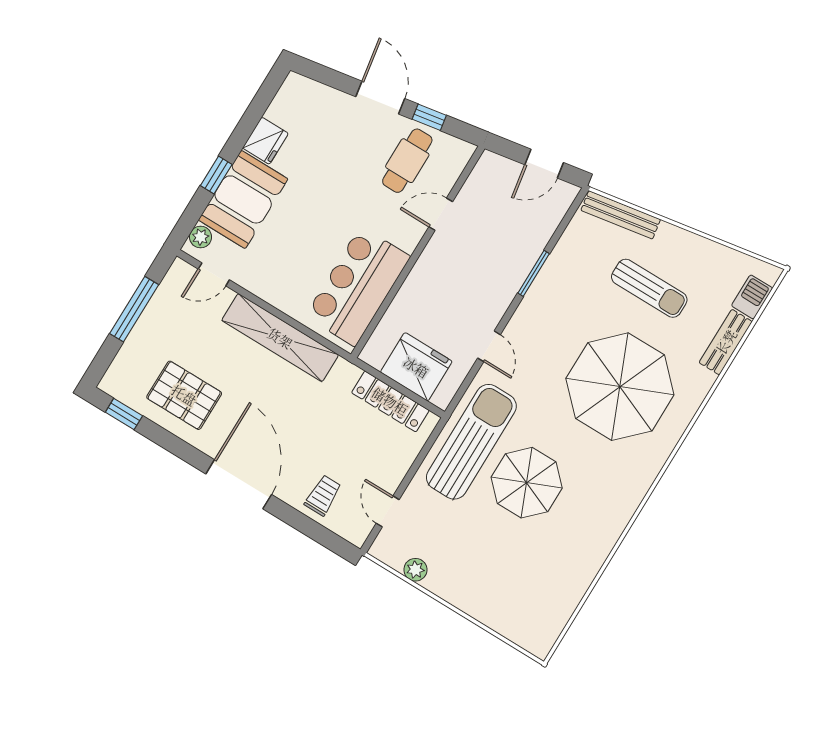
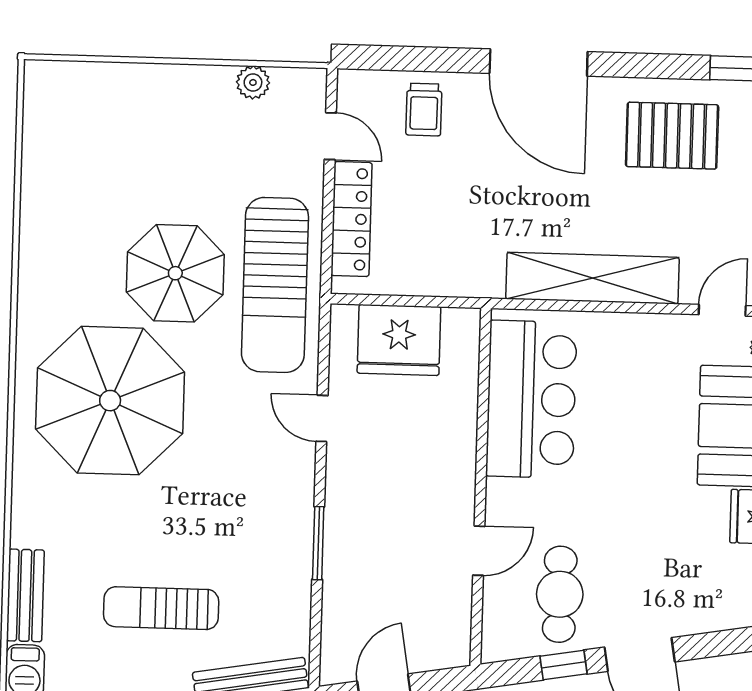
parasol: (620, 387) -> (110, 401), moved
locker: (390, 401) -> (351, 219), moved, turned 90

